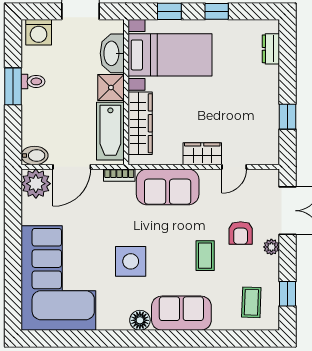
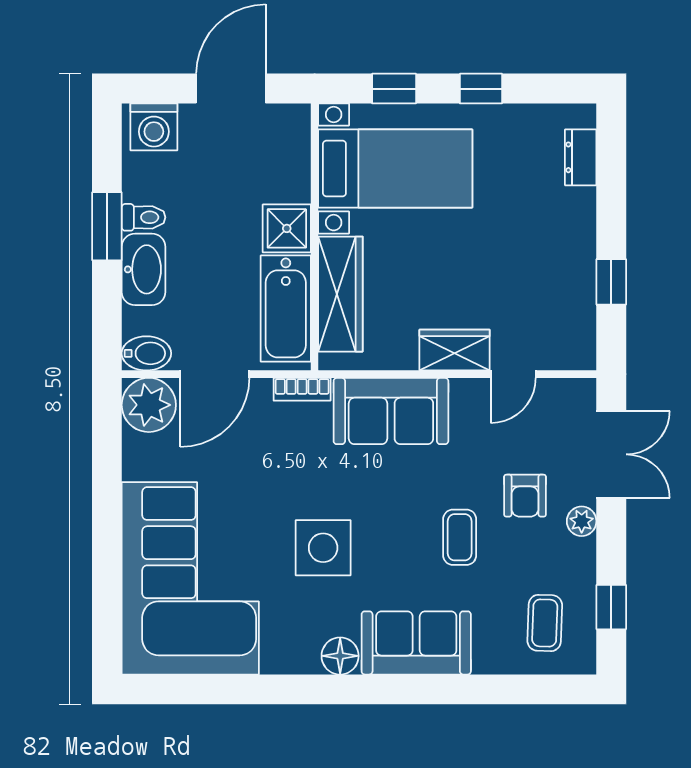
washbasin: (112, 53) -> (143, 269), moved, turned 180

